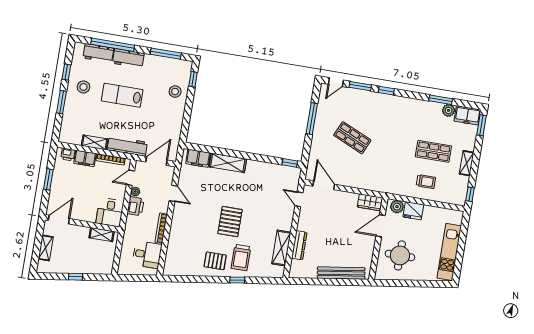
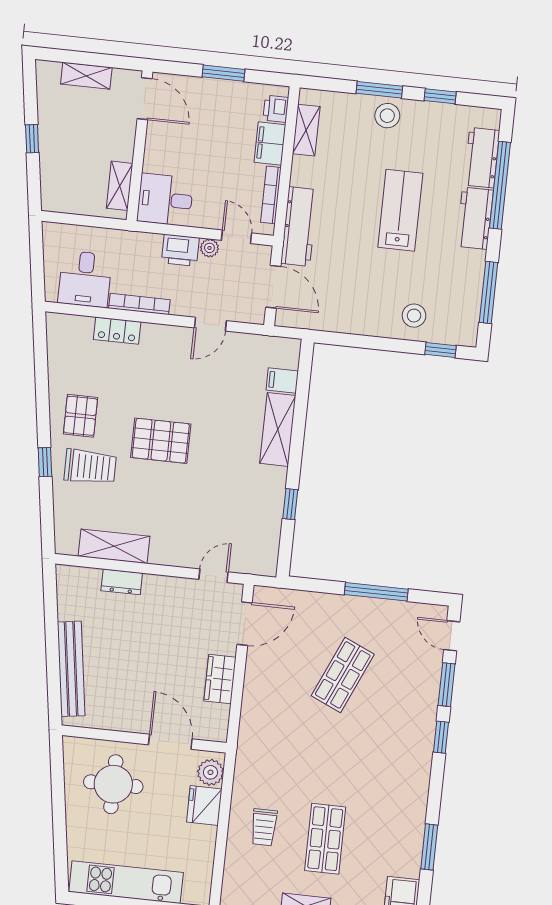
stool: (83, 87) -> (387, 116), moved
plant: (449, 110) -> (409, 864), removed
shelving: (95, 142) -> (306, 130), moved
filing cabinet: (198, 158) -> (282, 381), width x0.50
window: (290, 163) -> (290, 504), moved
wardrobe: (370, 202) -> (220, 679), moved
locker: (174, 240) -> (117, 331), added
dresser: (299, 245) -> (122, 582), width x0.70
trolley: (241, 258) -> (90, 467), turned 180

